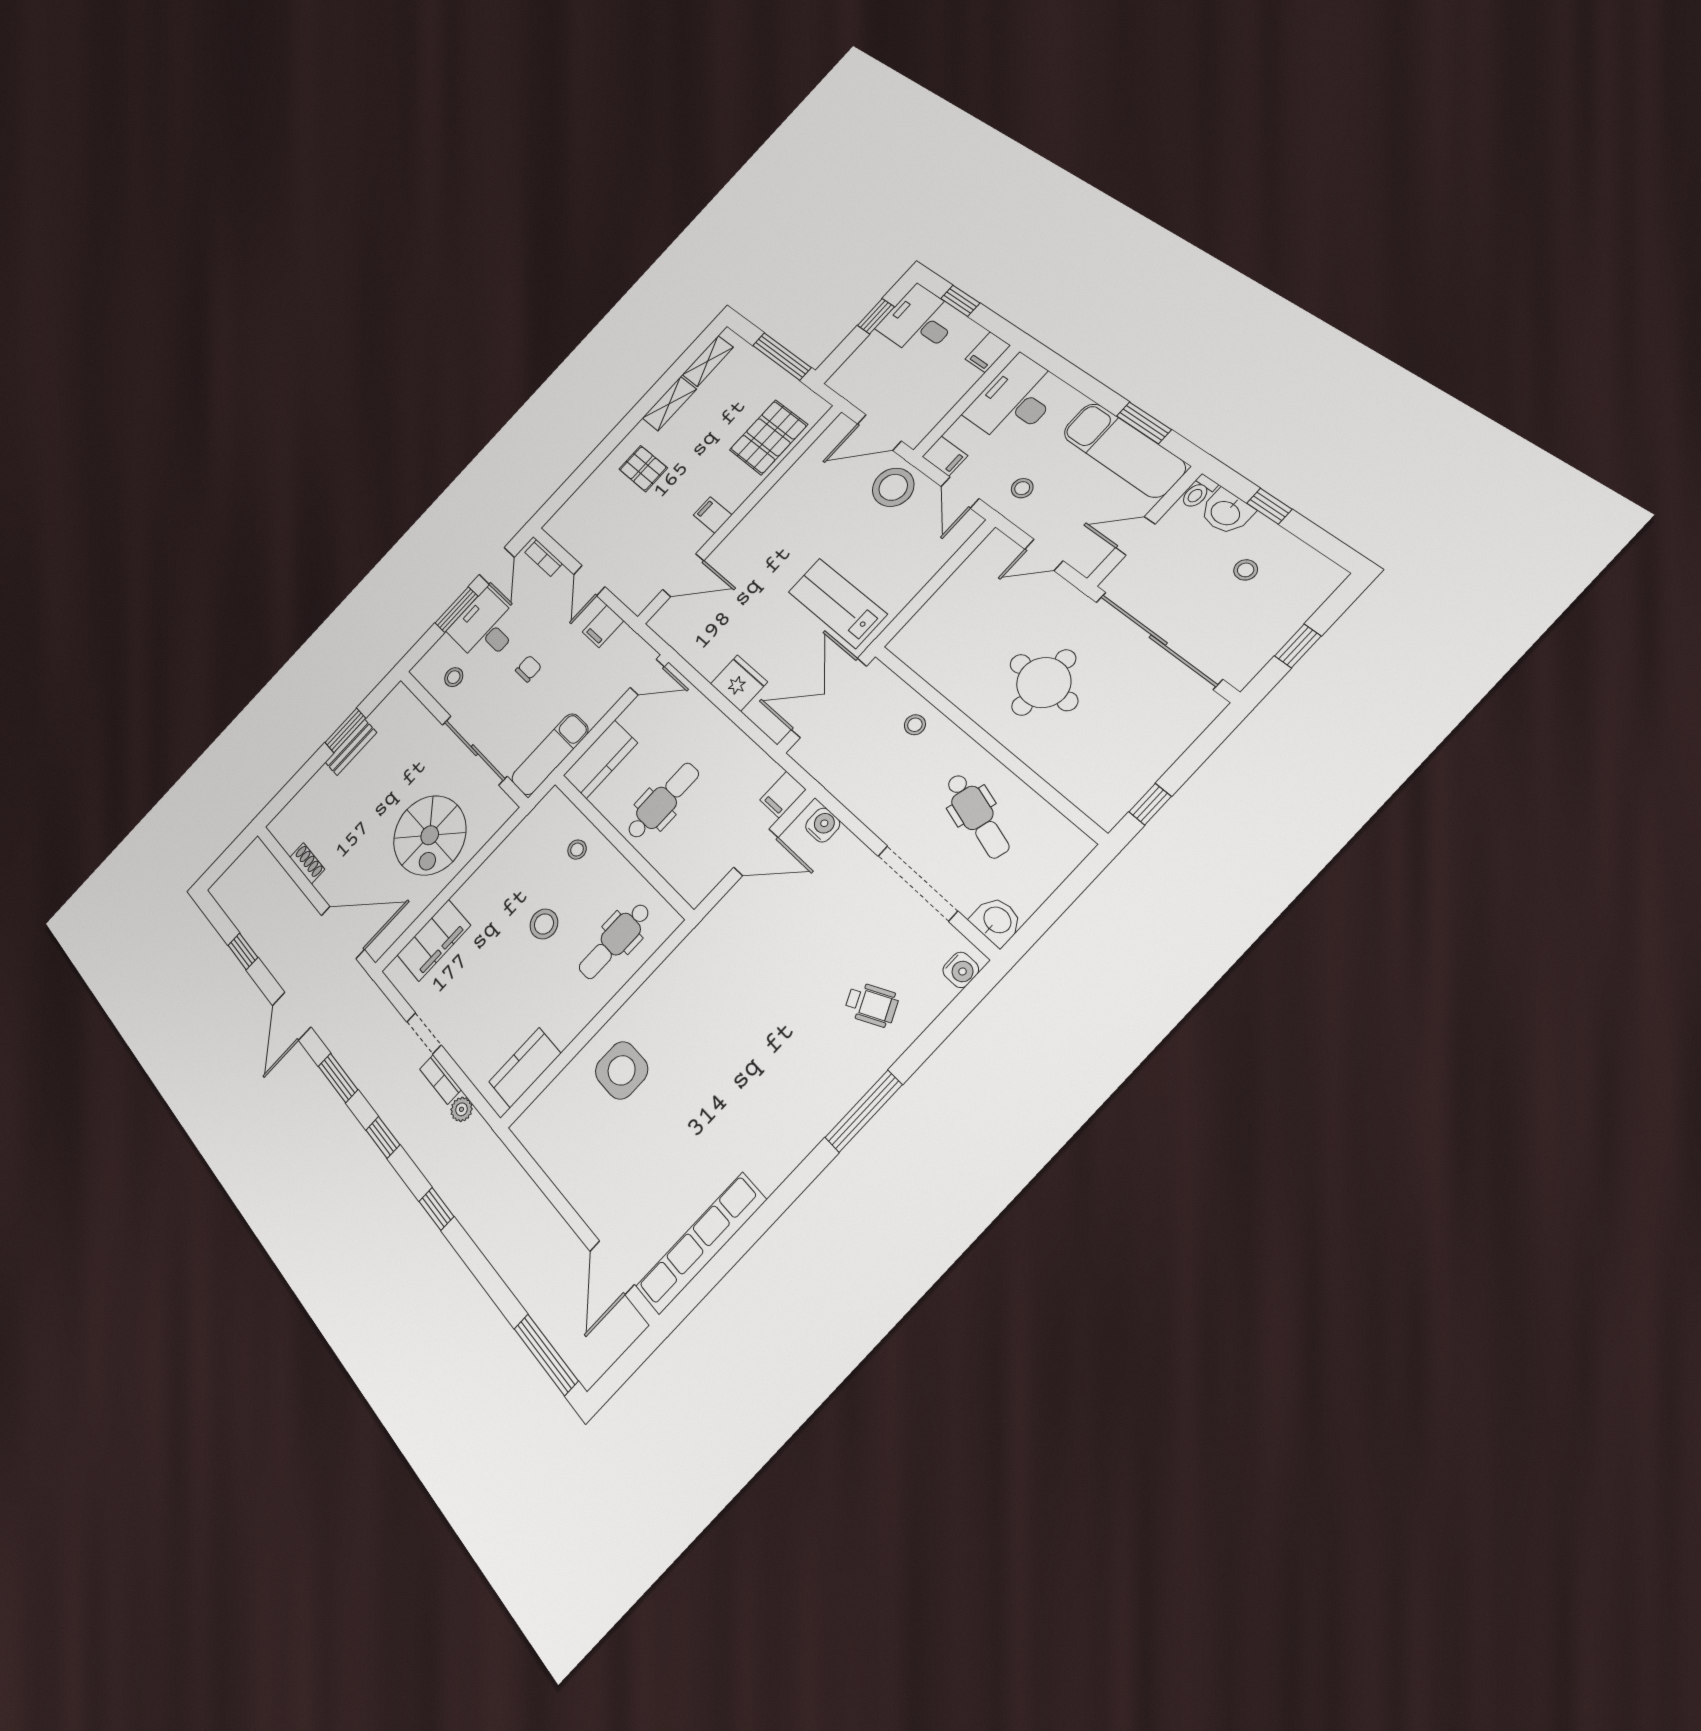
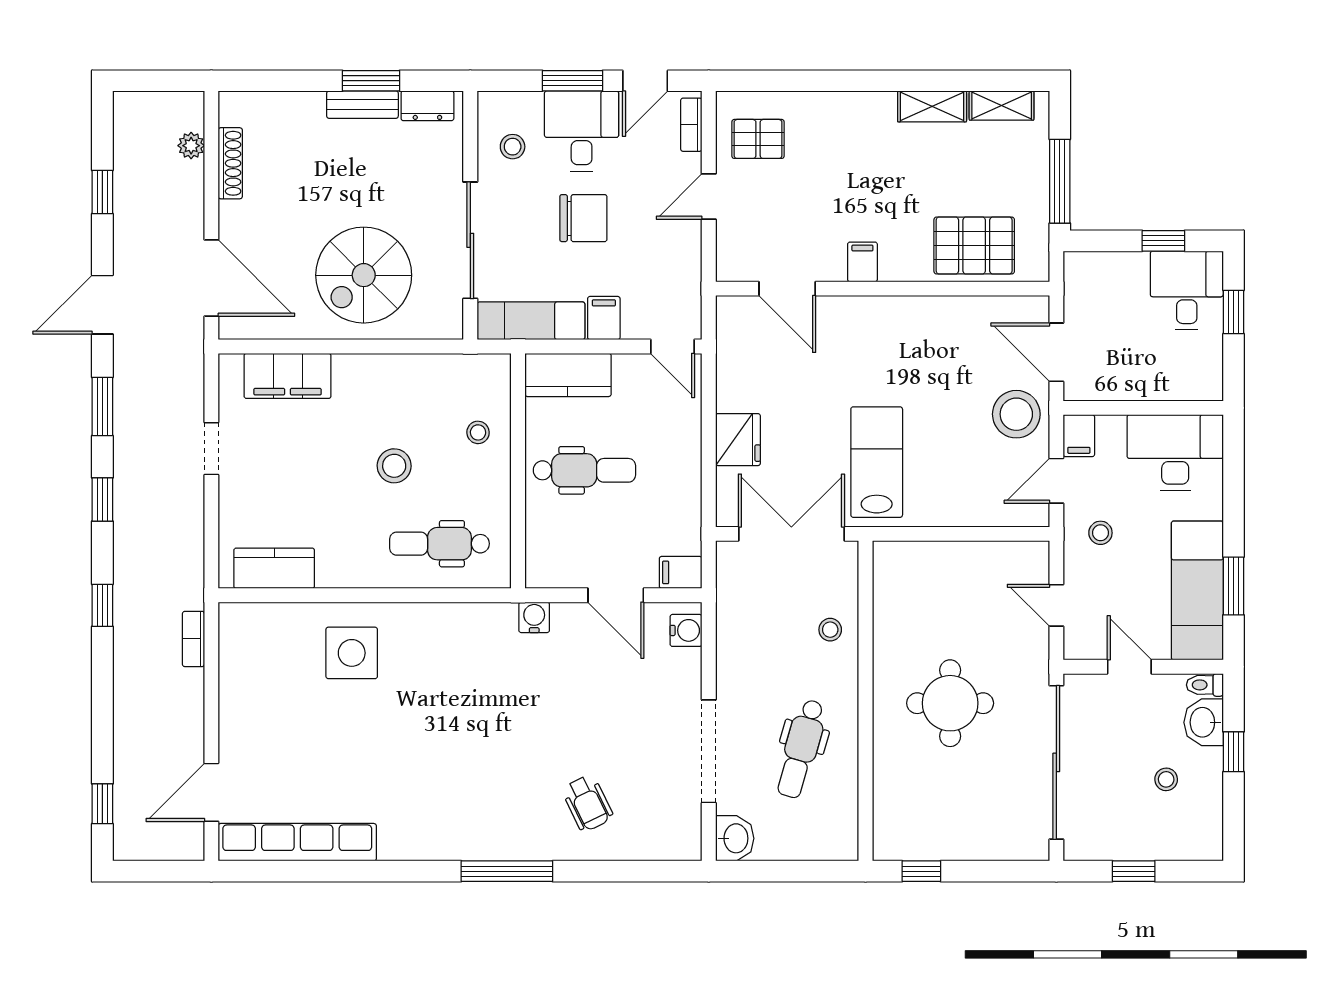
filing cabinet: (988, 352) -> (1202, 385), removed
pallet: (643, 469) -> (758, 139), moved, turned 90
filing cabinet: (603, 626) -> (604, 318), moved, turned 90
chair: (528, 669) -> (583, 218), width x1.87, depth x1.87
dresser: (387, 709) -> (427, 106), added
shoe rack: (307, 863) -> (230, 163), width x1.43
water cooler: (961, 970) -> (534, 617), moved, turned 180
bookcase: (440, 1079) -> (193, 639), moved
plant: (461, 1109) -> (191, 146), moved
window: (546, 1355) -> (102, 804), width x0.46

